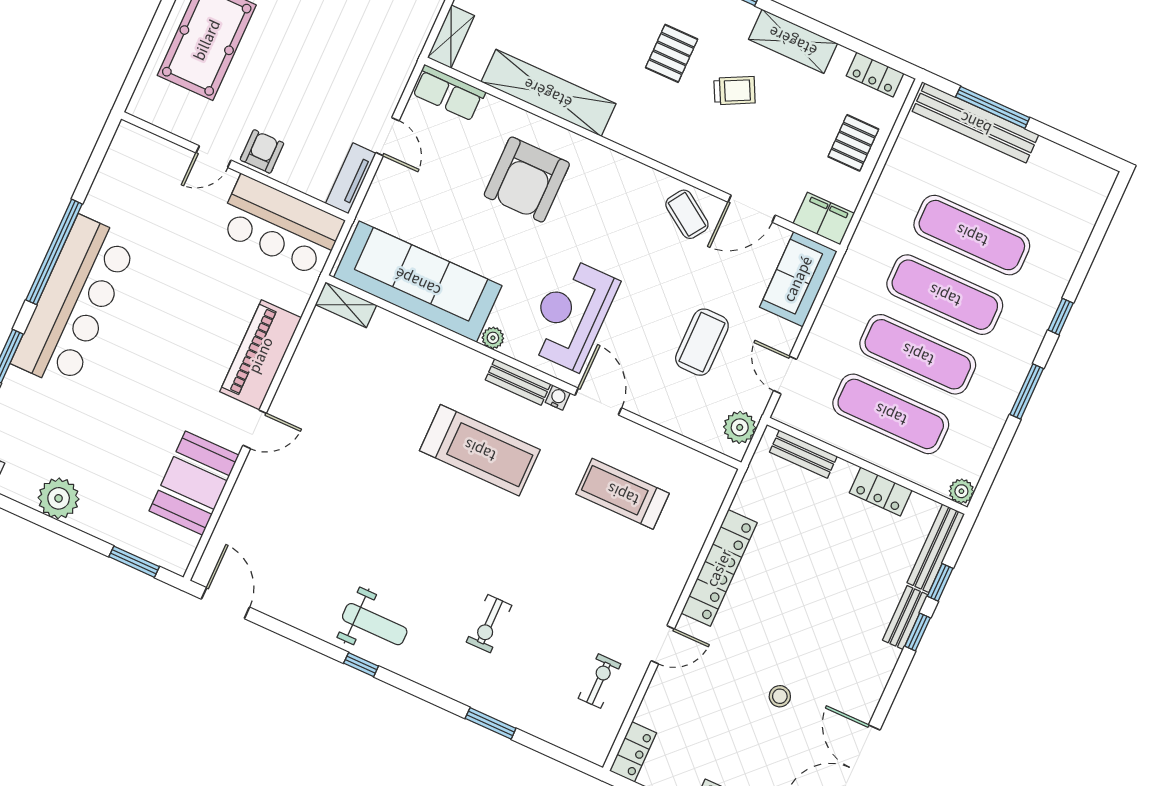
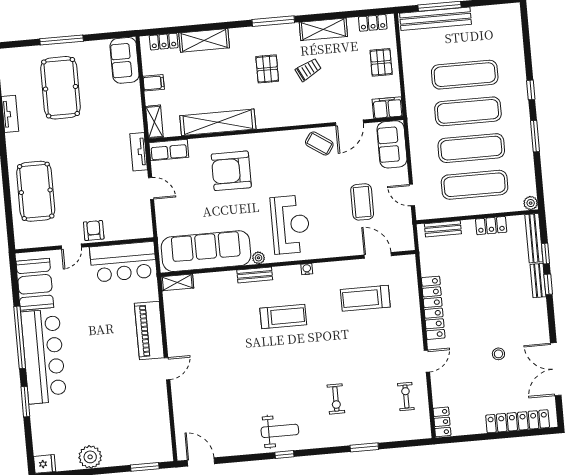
tv unit: (351, 178) -> (139, 152), moved
armchair: (527, 179) -> (231, 171), turned 90
reception desk: (571, 314) -> (290, 224), turned 180
bench: (518, 382) -> (255, 275), moved
door: (598, 402) -> (378, 255), moved
plant: (740, 427) -> (404, 233), removed
treadmill: (480, 450) -> (283, 316), width x0.73, depth x0.73
booth: (194, 483) -> (35, 284), moved

